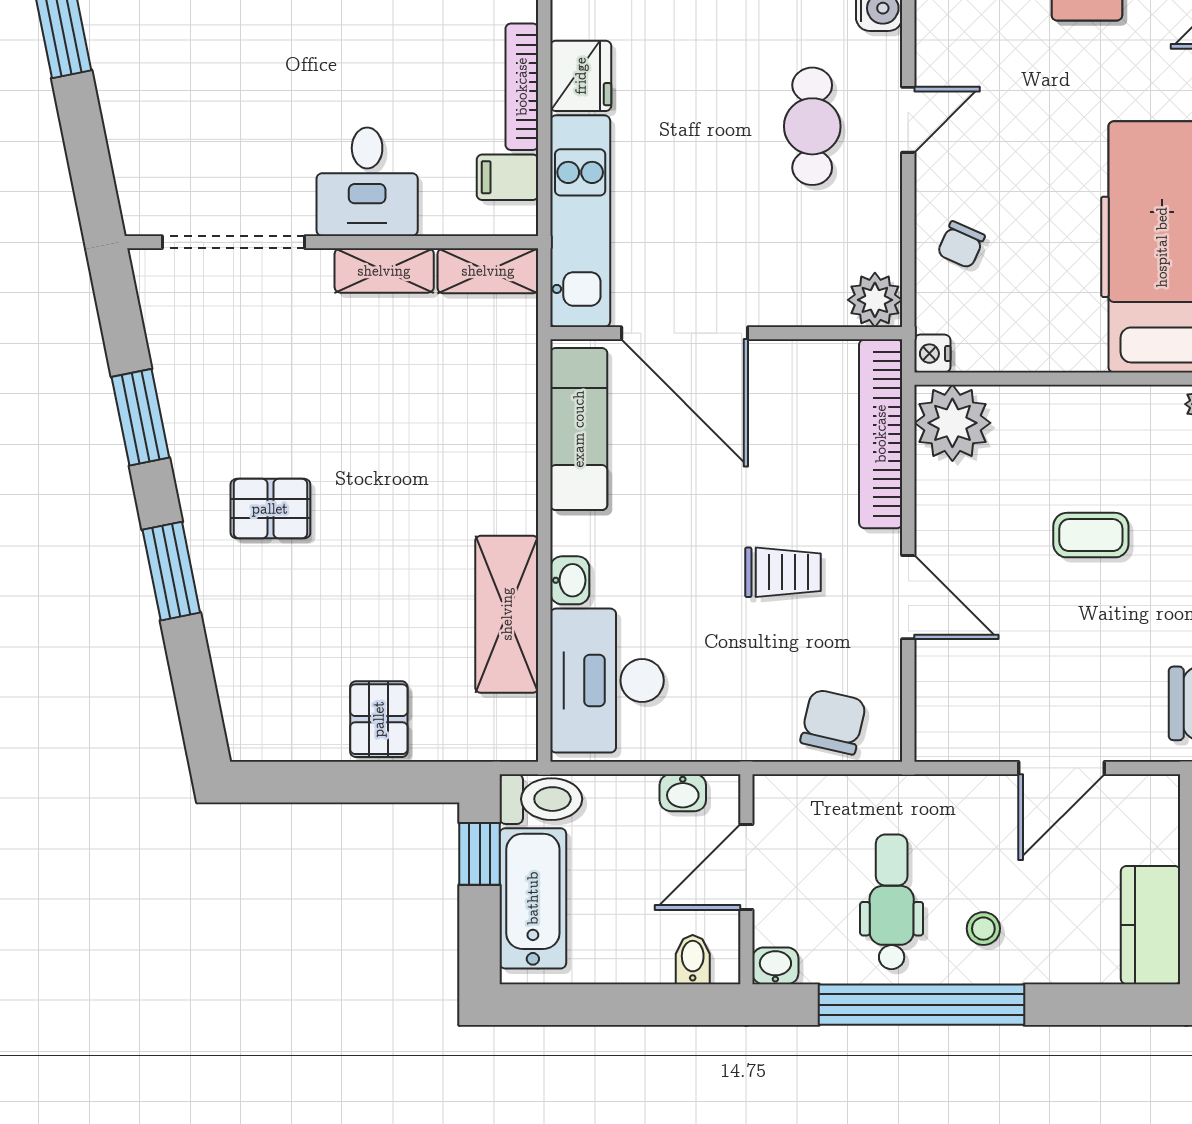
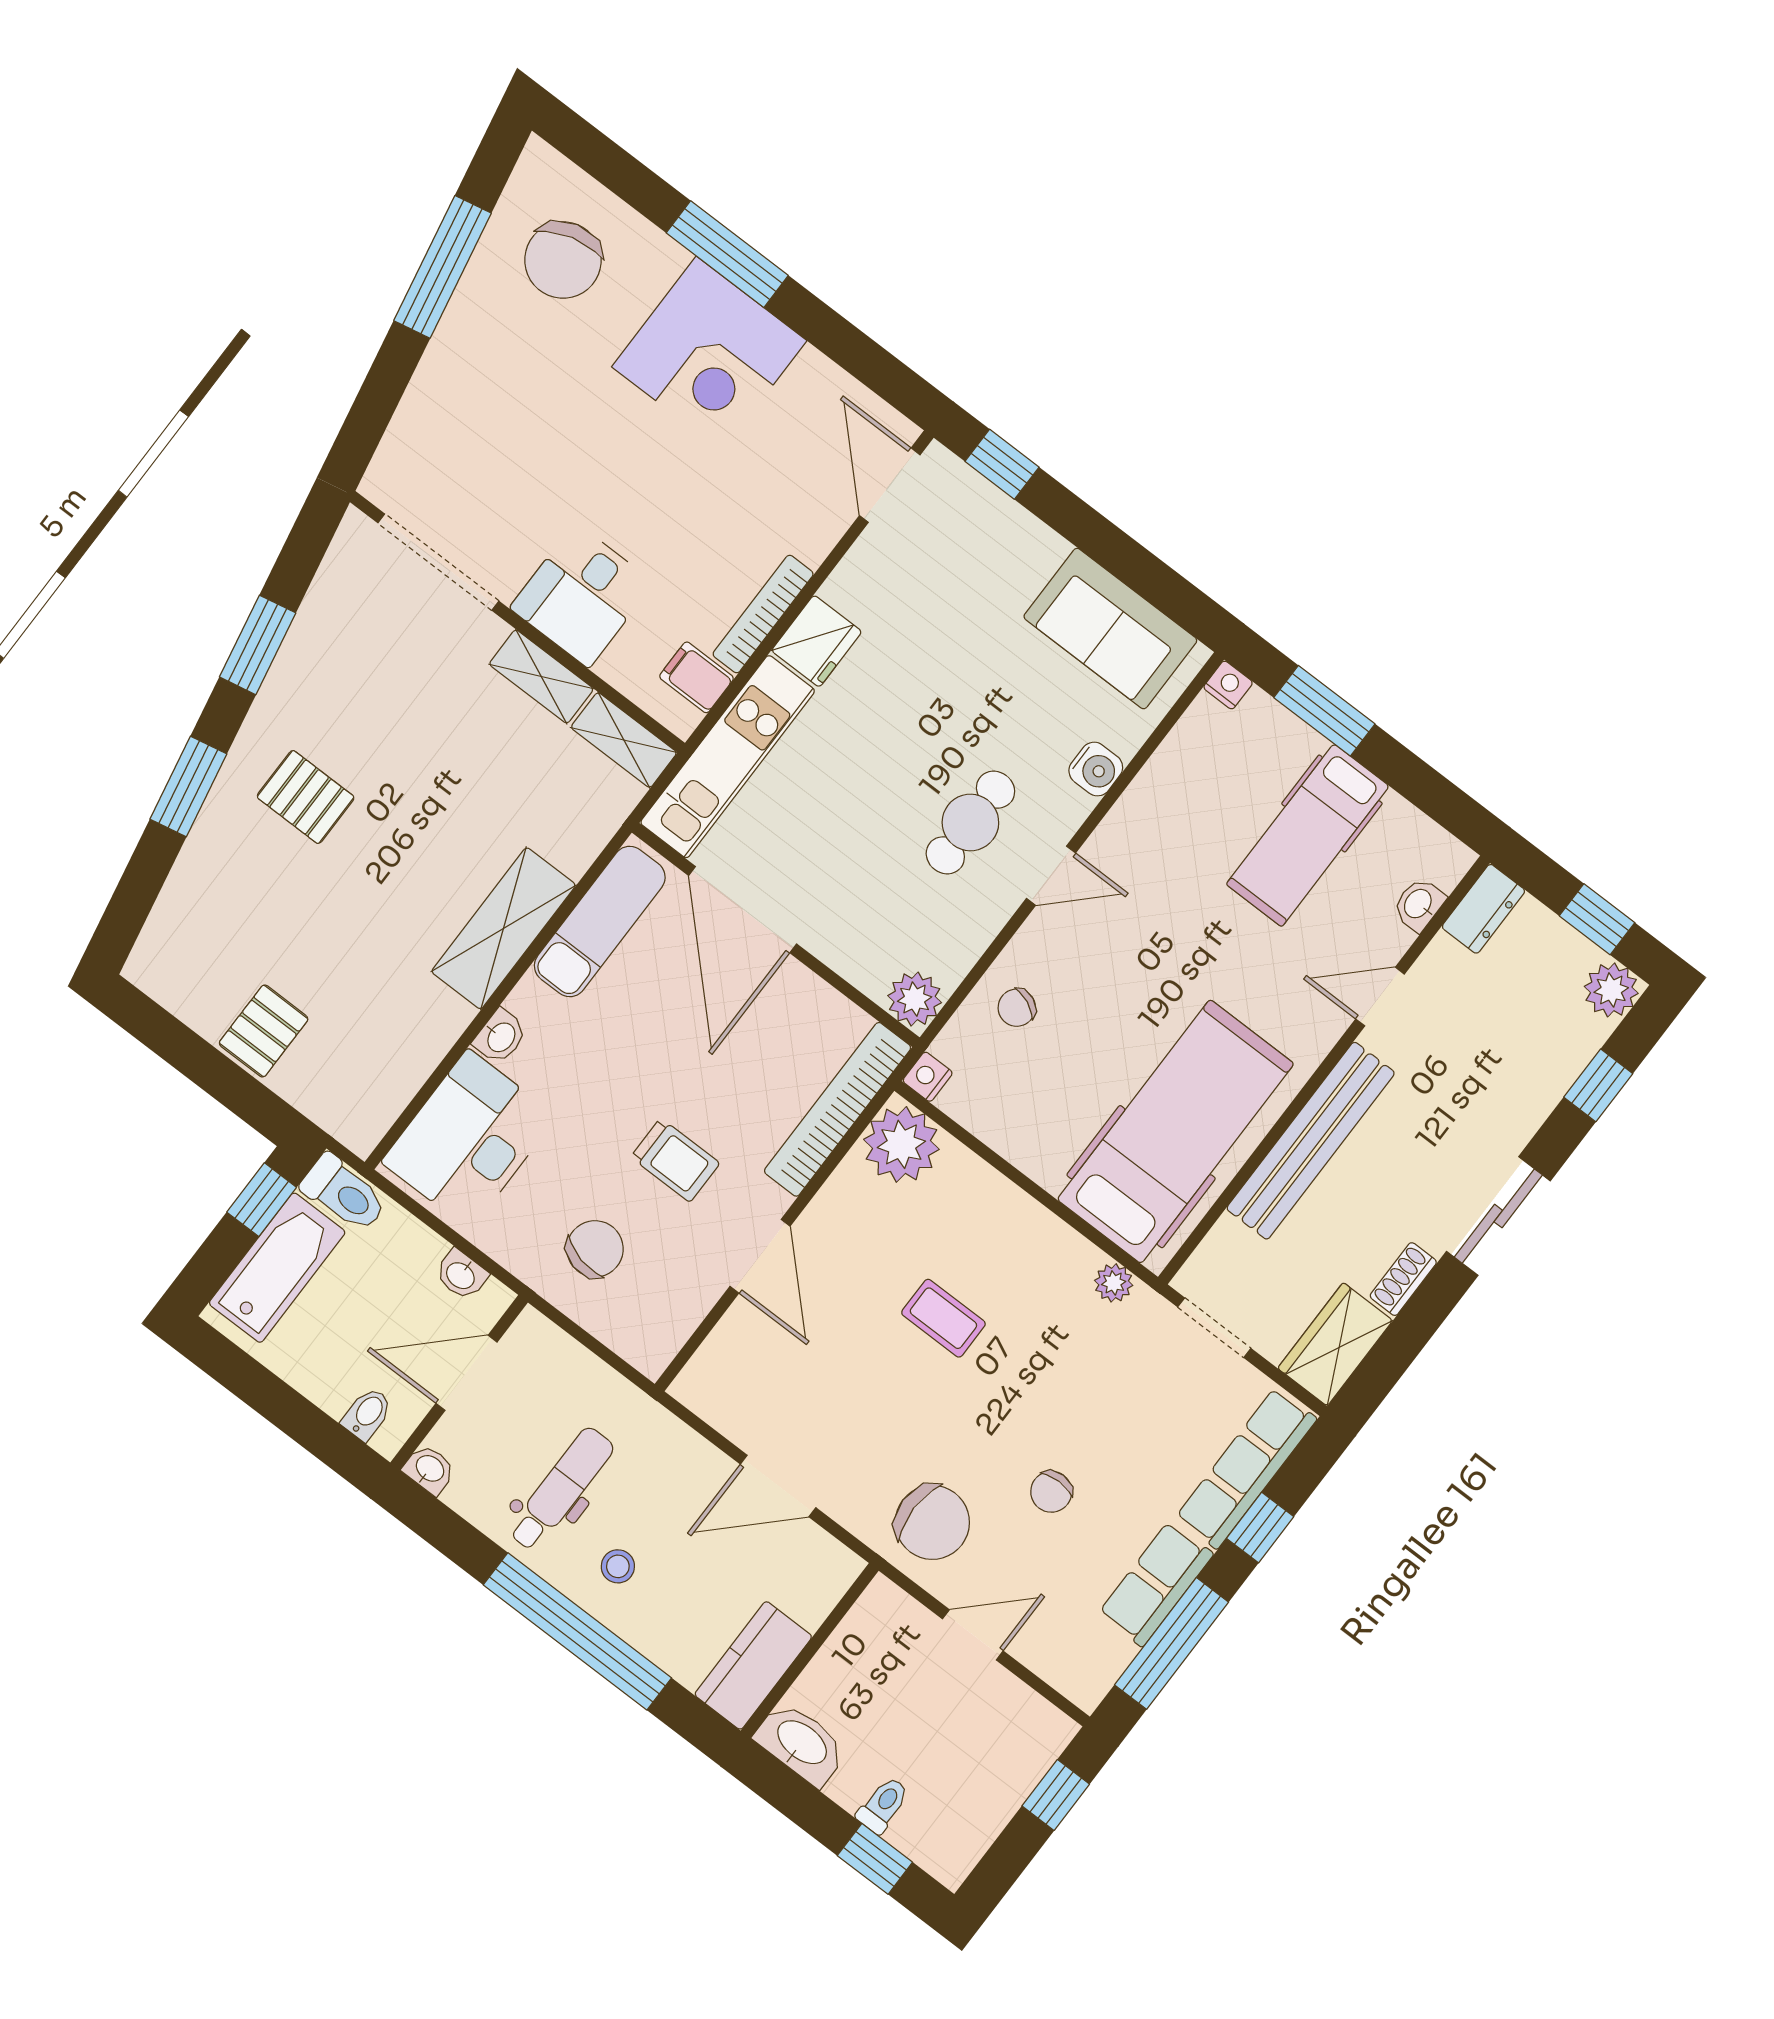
shelving: (507, 614) -> (504, 928), moved
chair: (833, 722) -> (595, 1249), moved
window: (922, 1005) -> (577, 1631), moved

